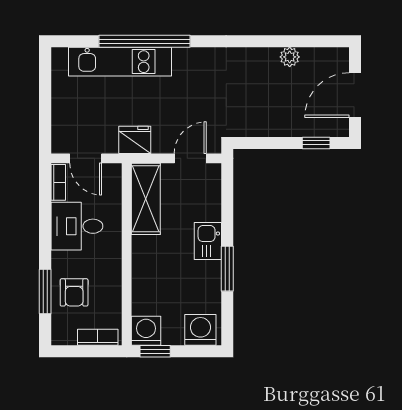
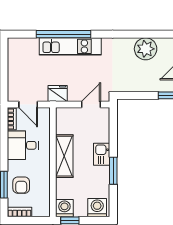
plant: (290, 57) -> (146, 49), width x1.87, depth x1.87
kitchen unit: (120, 62) -> (70, 46), moved
shelving: (146, 199) -> (64, 156), moved
bookcase: (98, 337) -> (19, 212), moved

